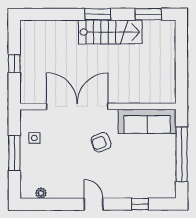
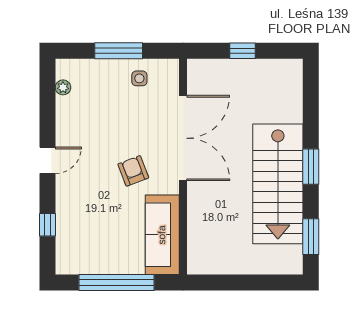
stairs: (110, 32) -> (278, 184), width x1.36, depth x1.51

